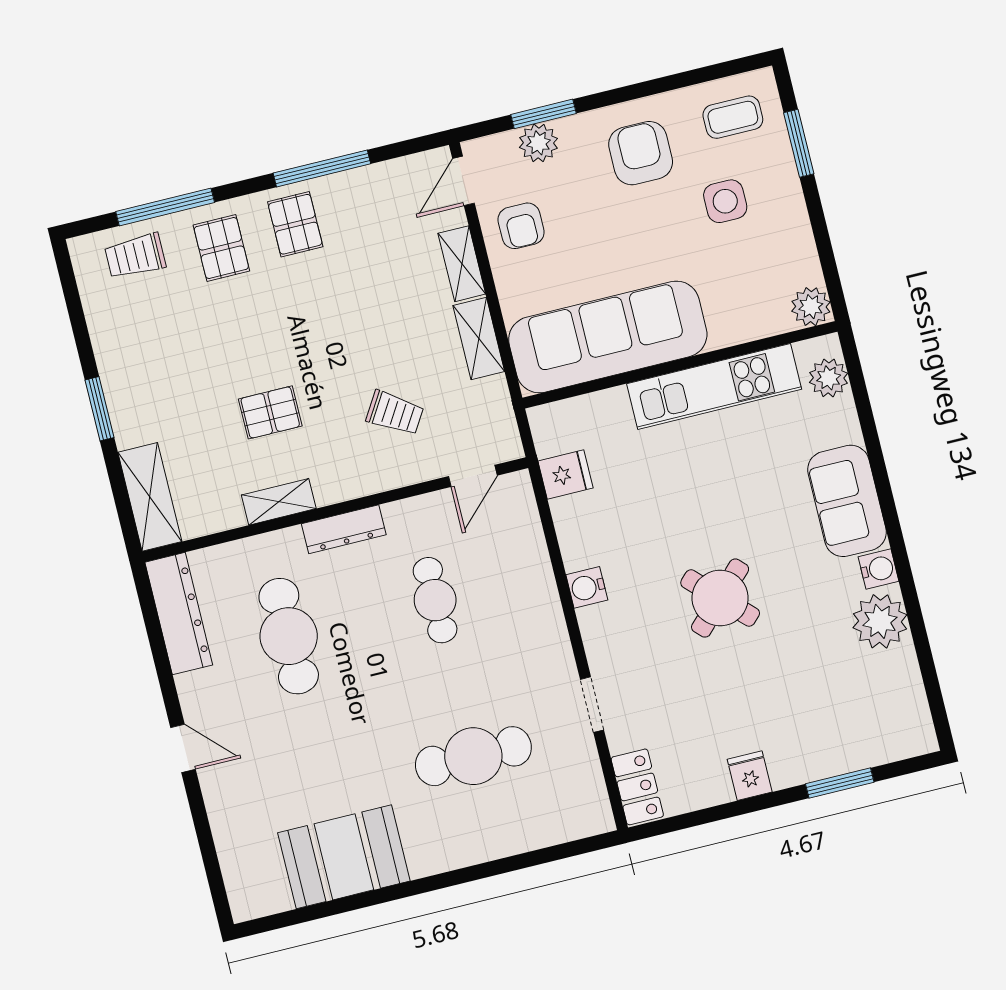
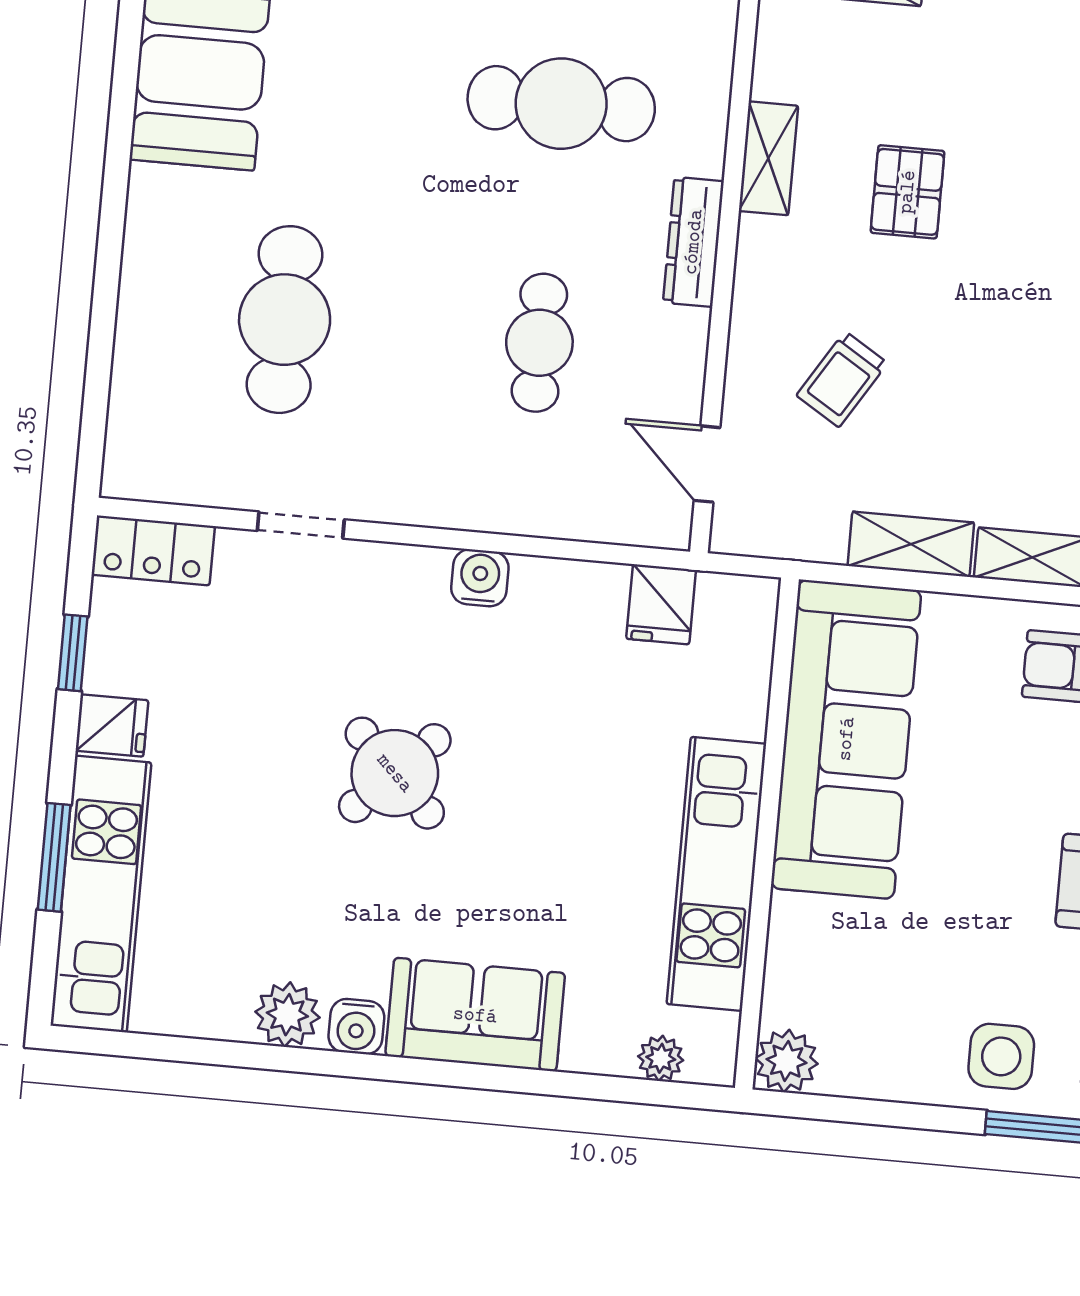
side table: (725, 201) -> (1001, 1056), moved
plant: (829, 378) -> (661, 1058), width x0.73, depth x0.73
cafe table: (435, 600) -> (539, 343), turned 90
plant: (880, 621) -> (287, 1015), width x0.73, depth x0.73
kitchen unit: (852, 748) -> (101, 894), added
window: (715, 814) -> (73, 653), added

